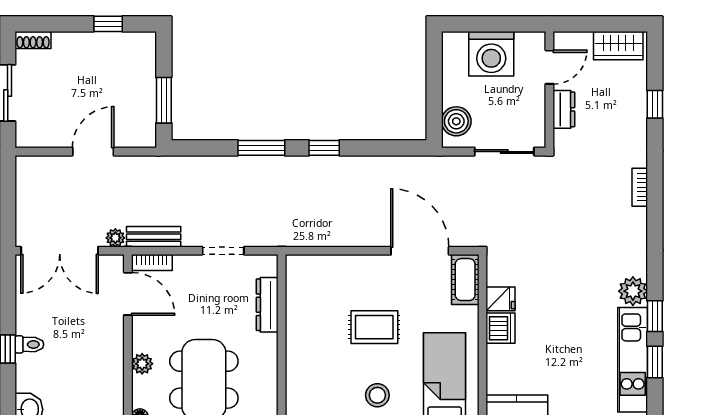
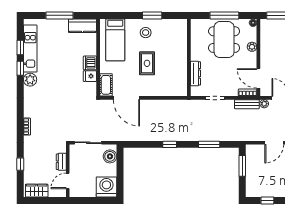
washing machine: (491, 54) -> (106, 187), moved
window: (261, 148) -> (209, 144), moved
rug: (374, 327) -> (147, 63), turned 90

